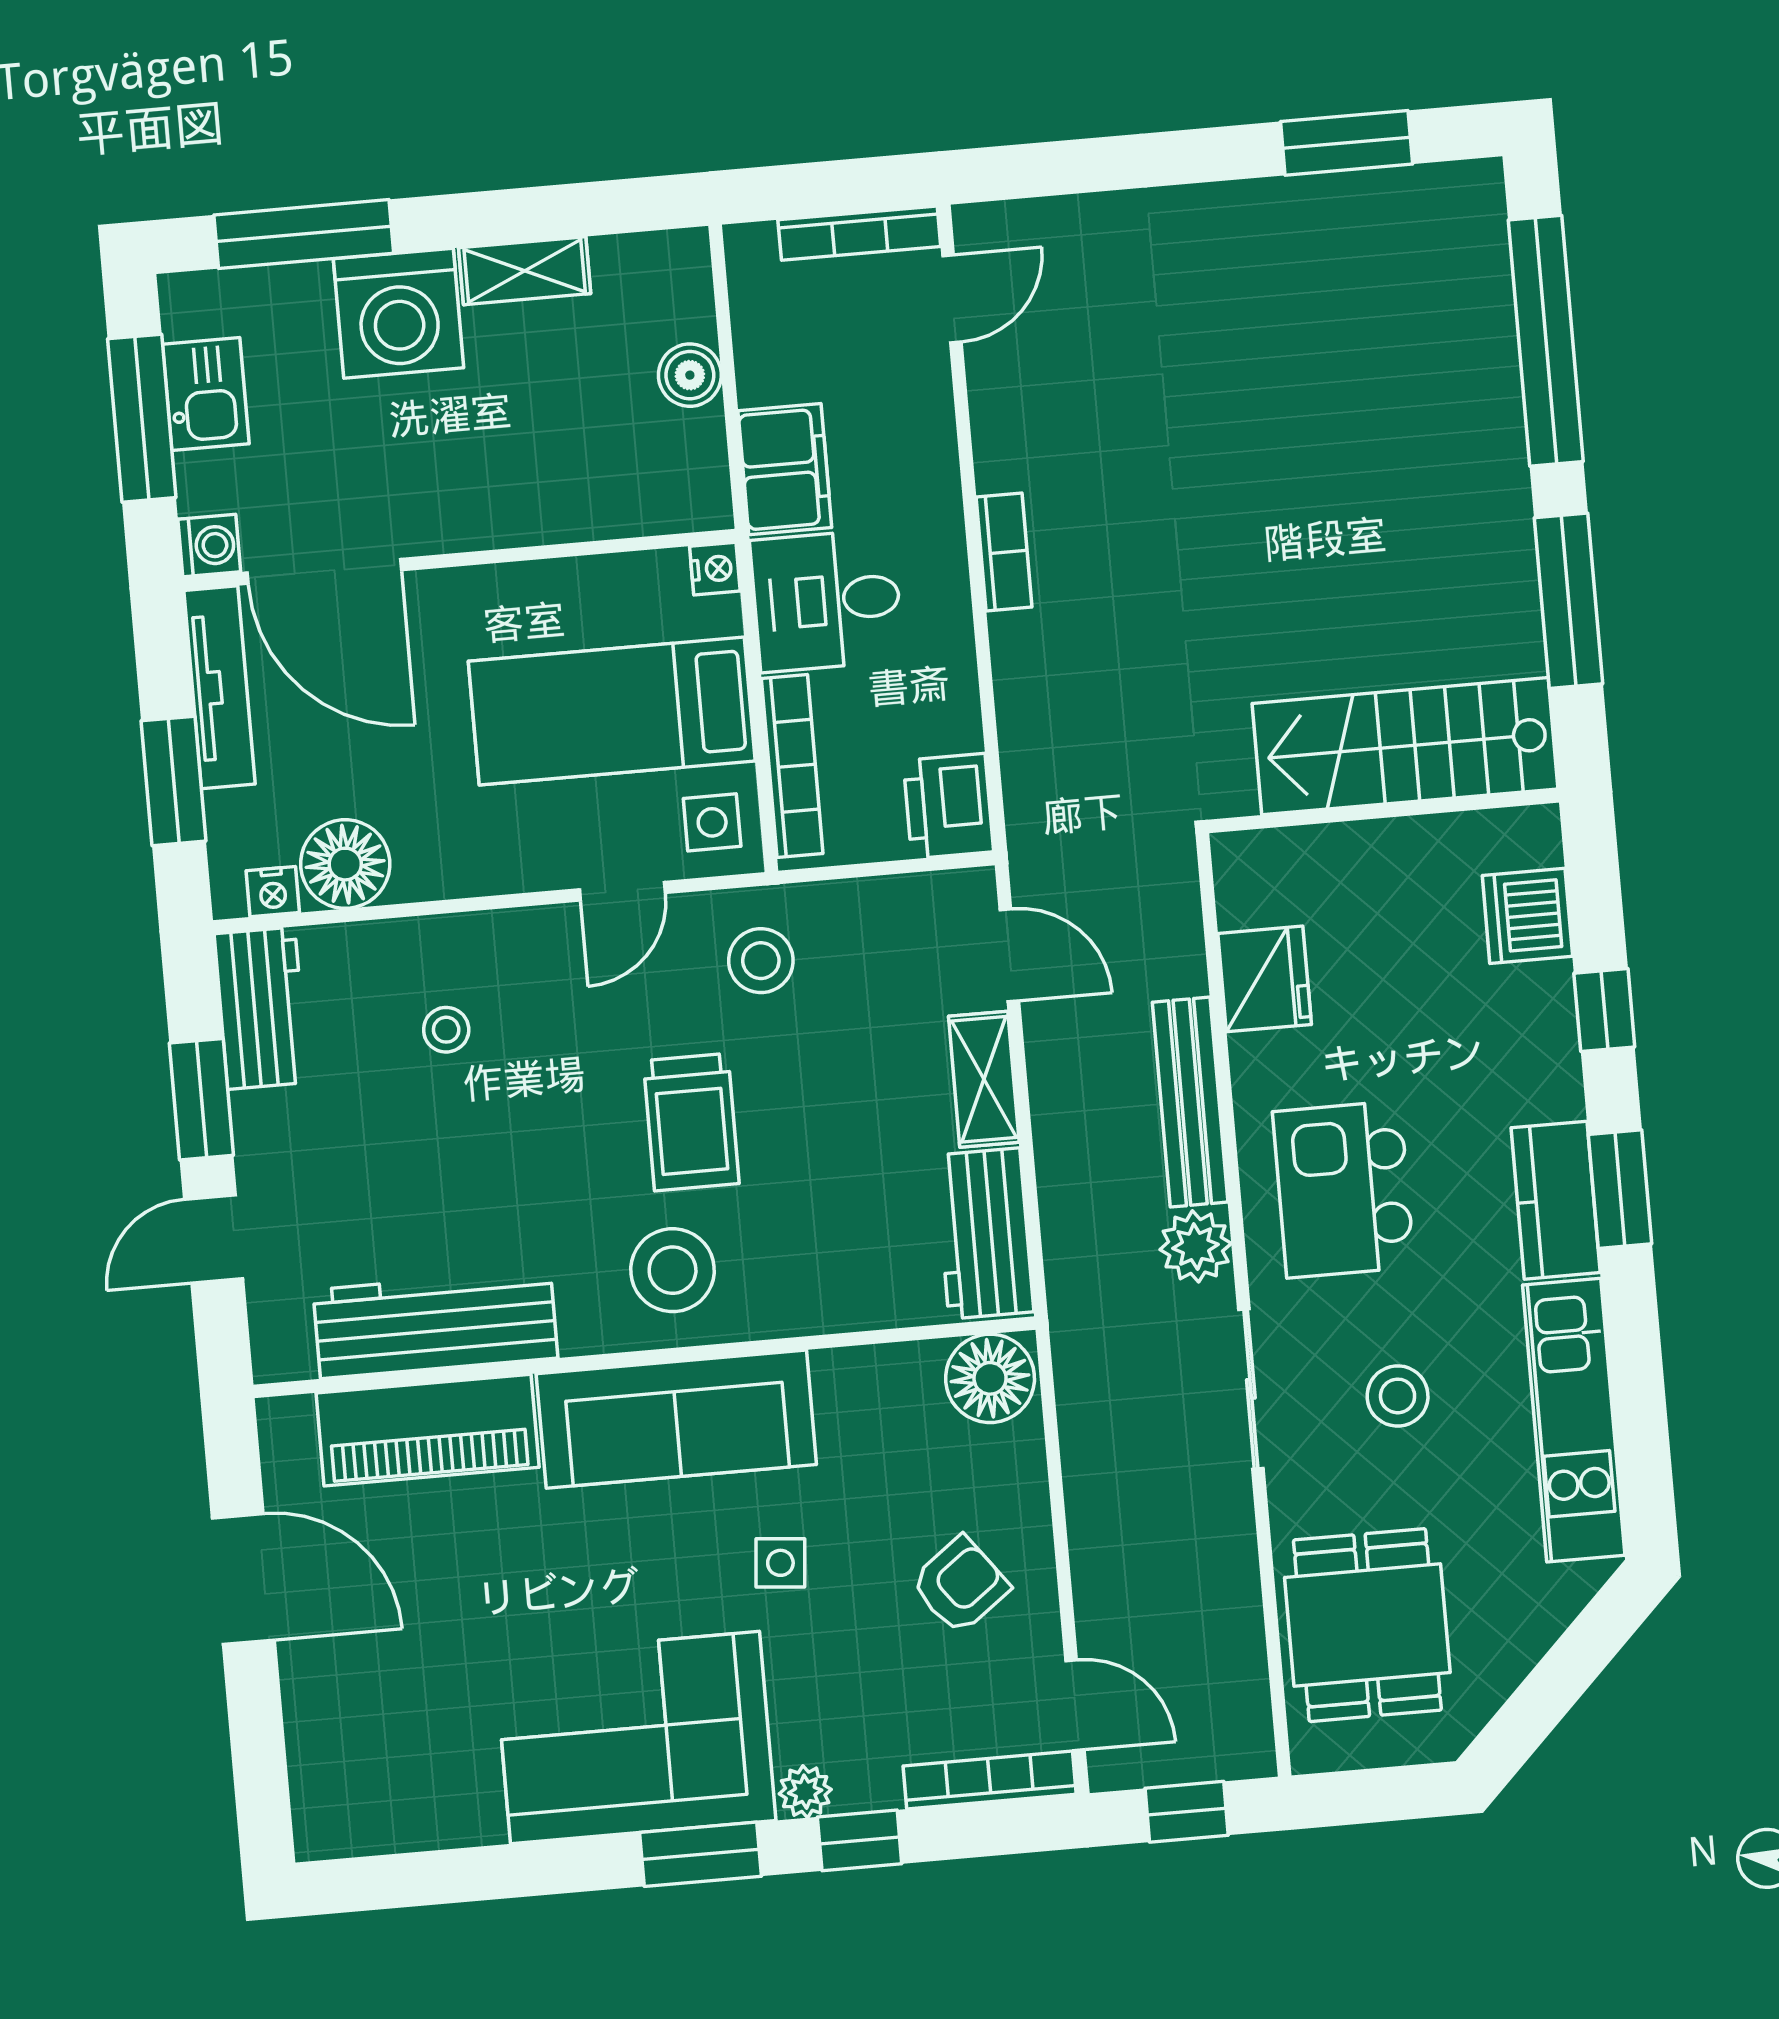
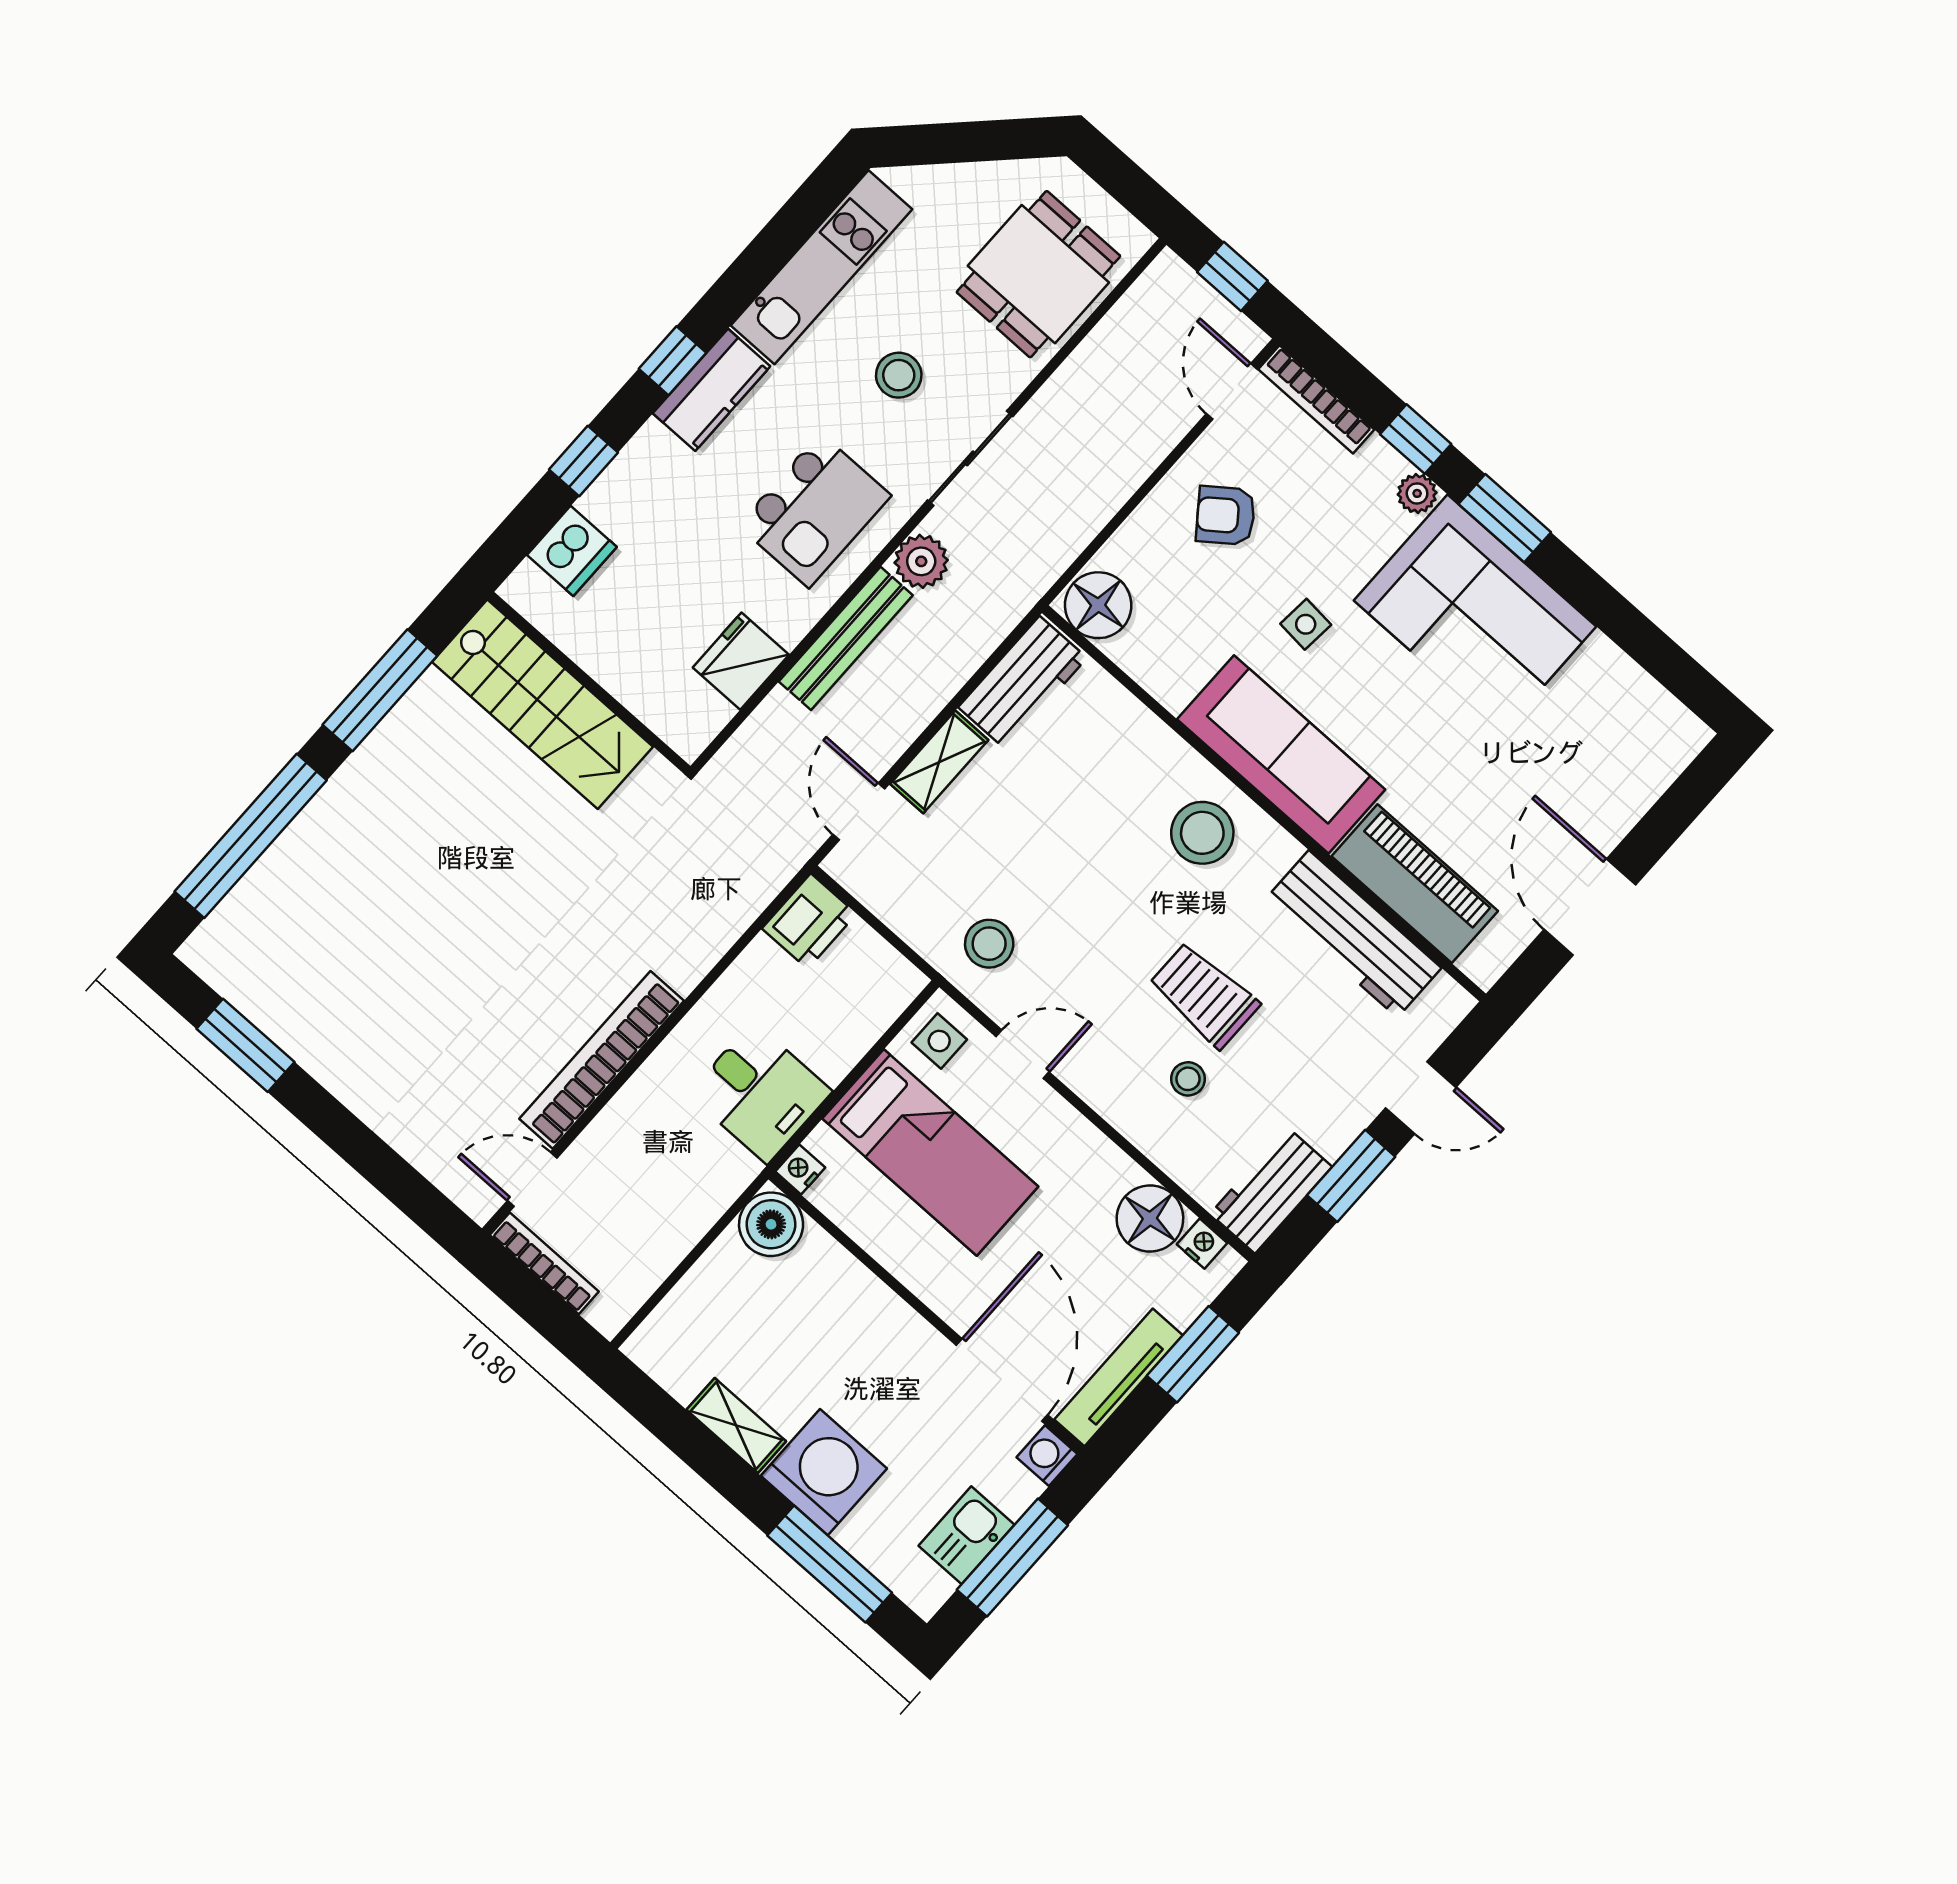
boiler: (690, 375) -> (771, 1224), moved, width x1.36, depth x1.36
filing cabinet: (785, 469) -> (710, 1183), removed
bookcase: (1004, 552) -> (602, 1060), width x2.31, depth x1.31
bookcase: (792, 766) -> (868, 1026), removed
trolley: (691, 1122) -> (1204, 995), moved, turned -90
window: (1620, 1189) -> (673, 361), width x0.67

